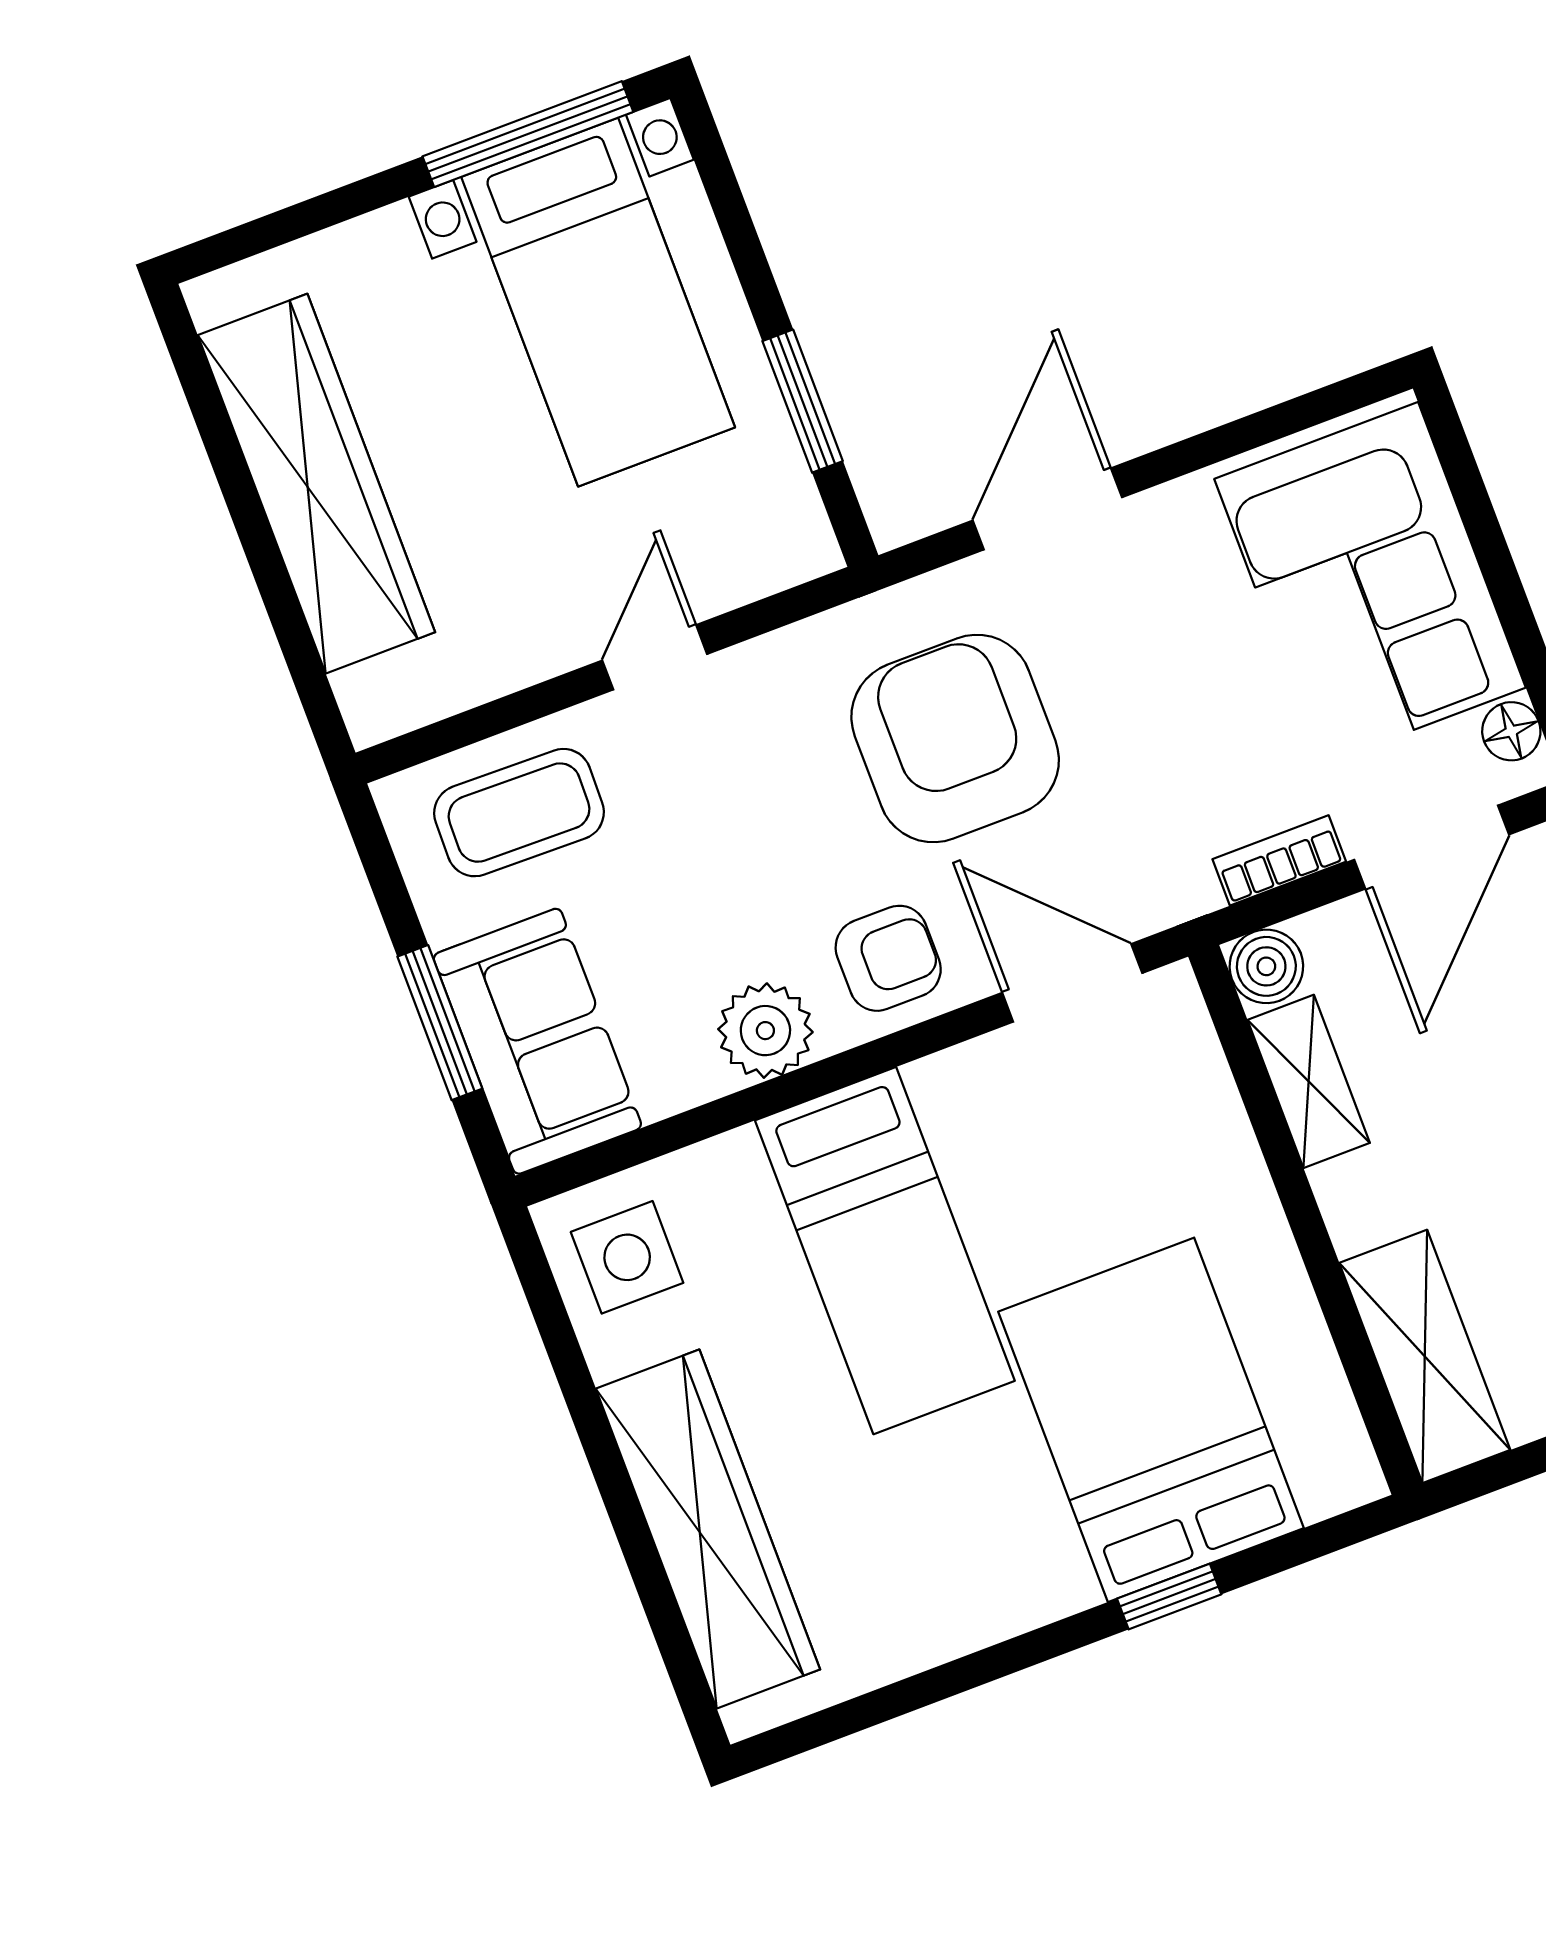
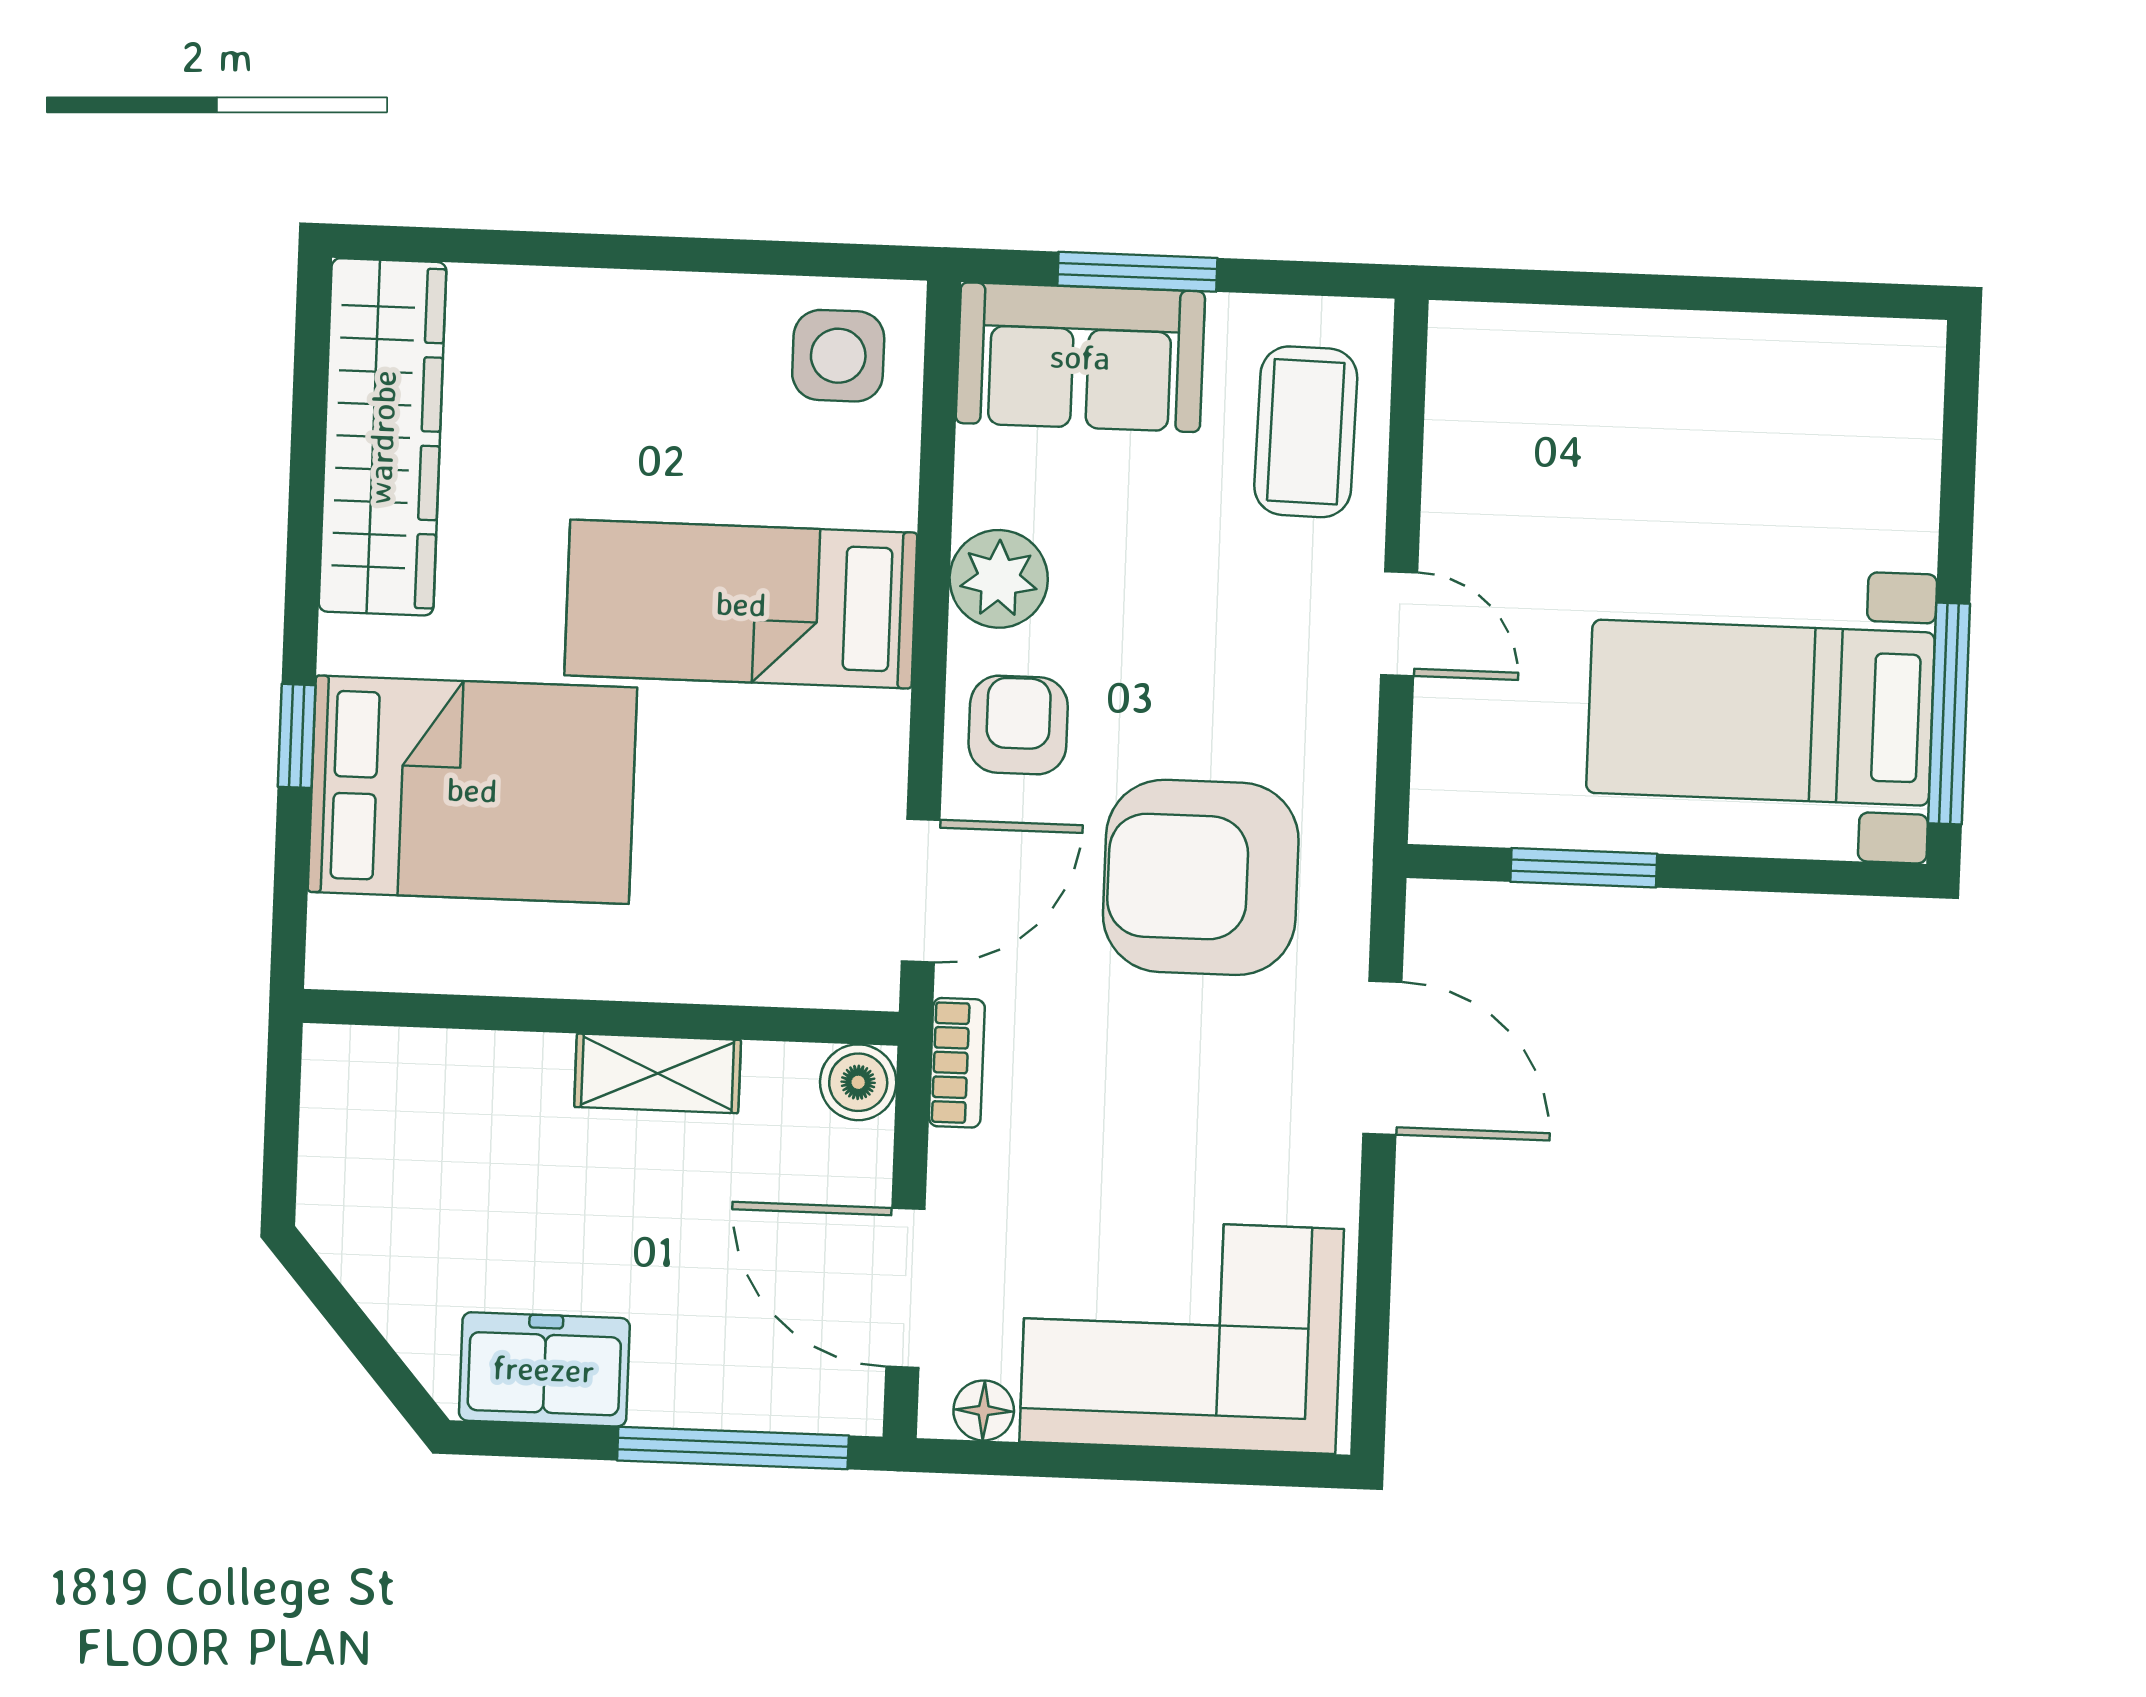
wardrobe: (316, 484) -> (1701, 371), removed
armchair: (955, 738) -> (1201, 877), turned 180
bookcase: (1279, 860) -> (957, 1063), moved
armchair: (888, 958) -> (1018, 725), turned 180
shelving: (1309, 1081) -> (658, 1073), moved
shelving: (1425, 1356) -> (423, 1076), removed
wardrobe: (708, 1529) -> (382, 437), moved, turned -90

